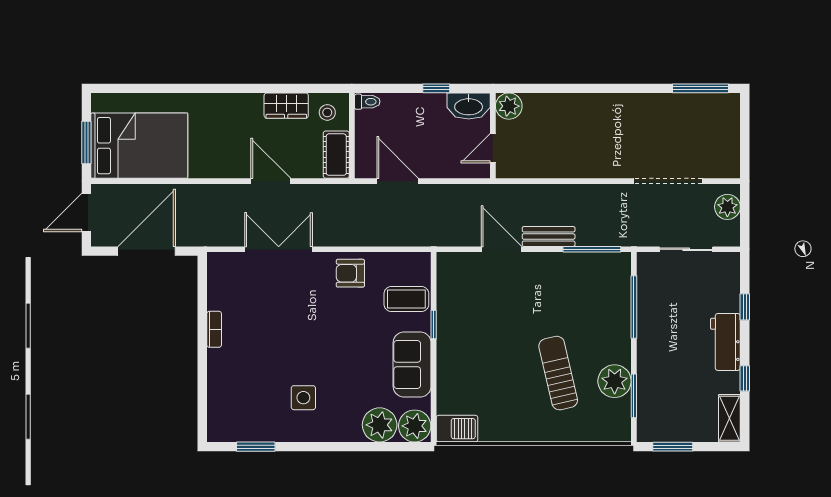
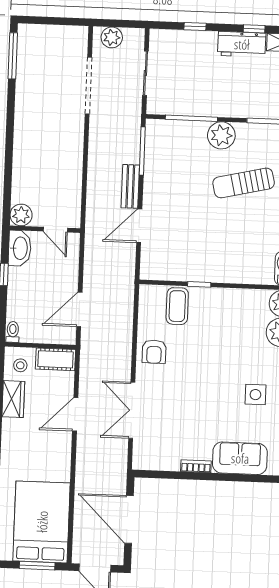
workbench: (725, 342) -> (242, 44), moved
sofa: (412, 364) -> (240, 458), moved, turned 180
plant: (615, 381) -> (221, 135), moved

